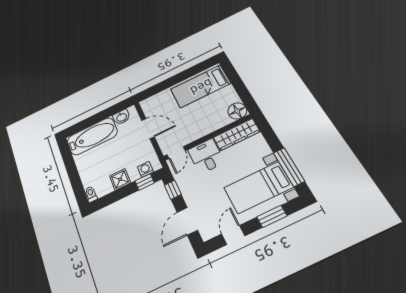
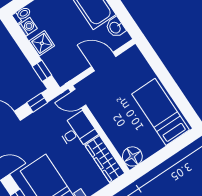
door: (148, 128) -> (104, 61), swing flipped
washing machine: (145, 169) -> (28, 27), moved

